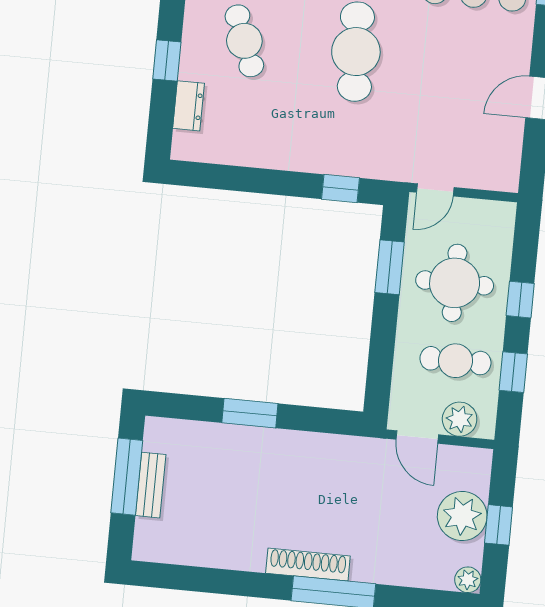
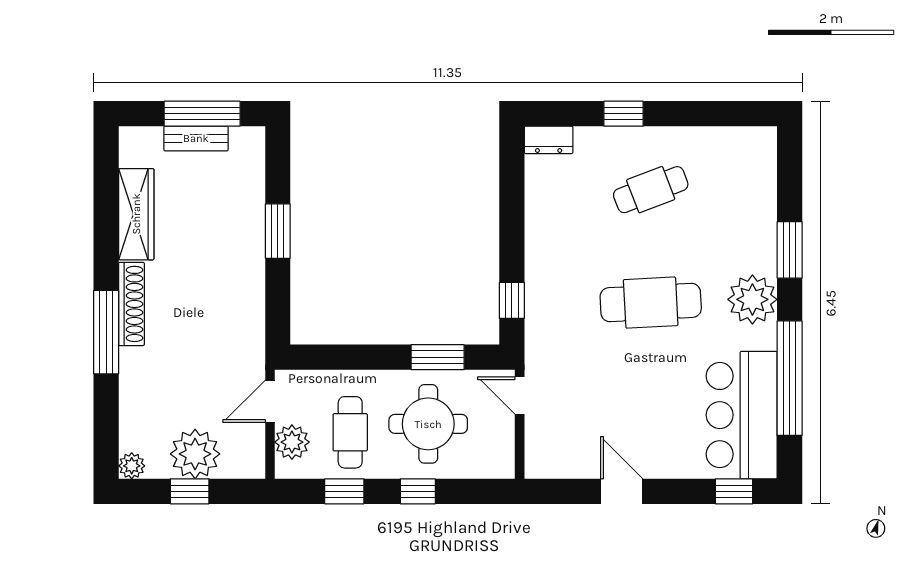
dresser: (189, 106) -> (549, 140), moved
wardrobe: (220, 551) -> (136, 214), added

